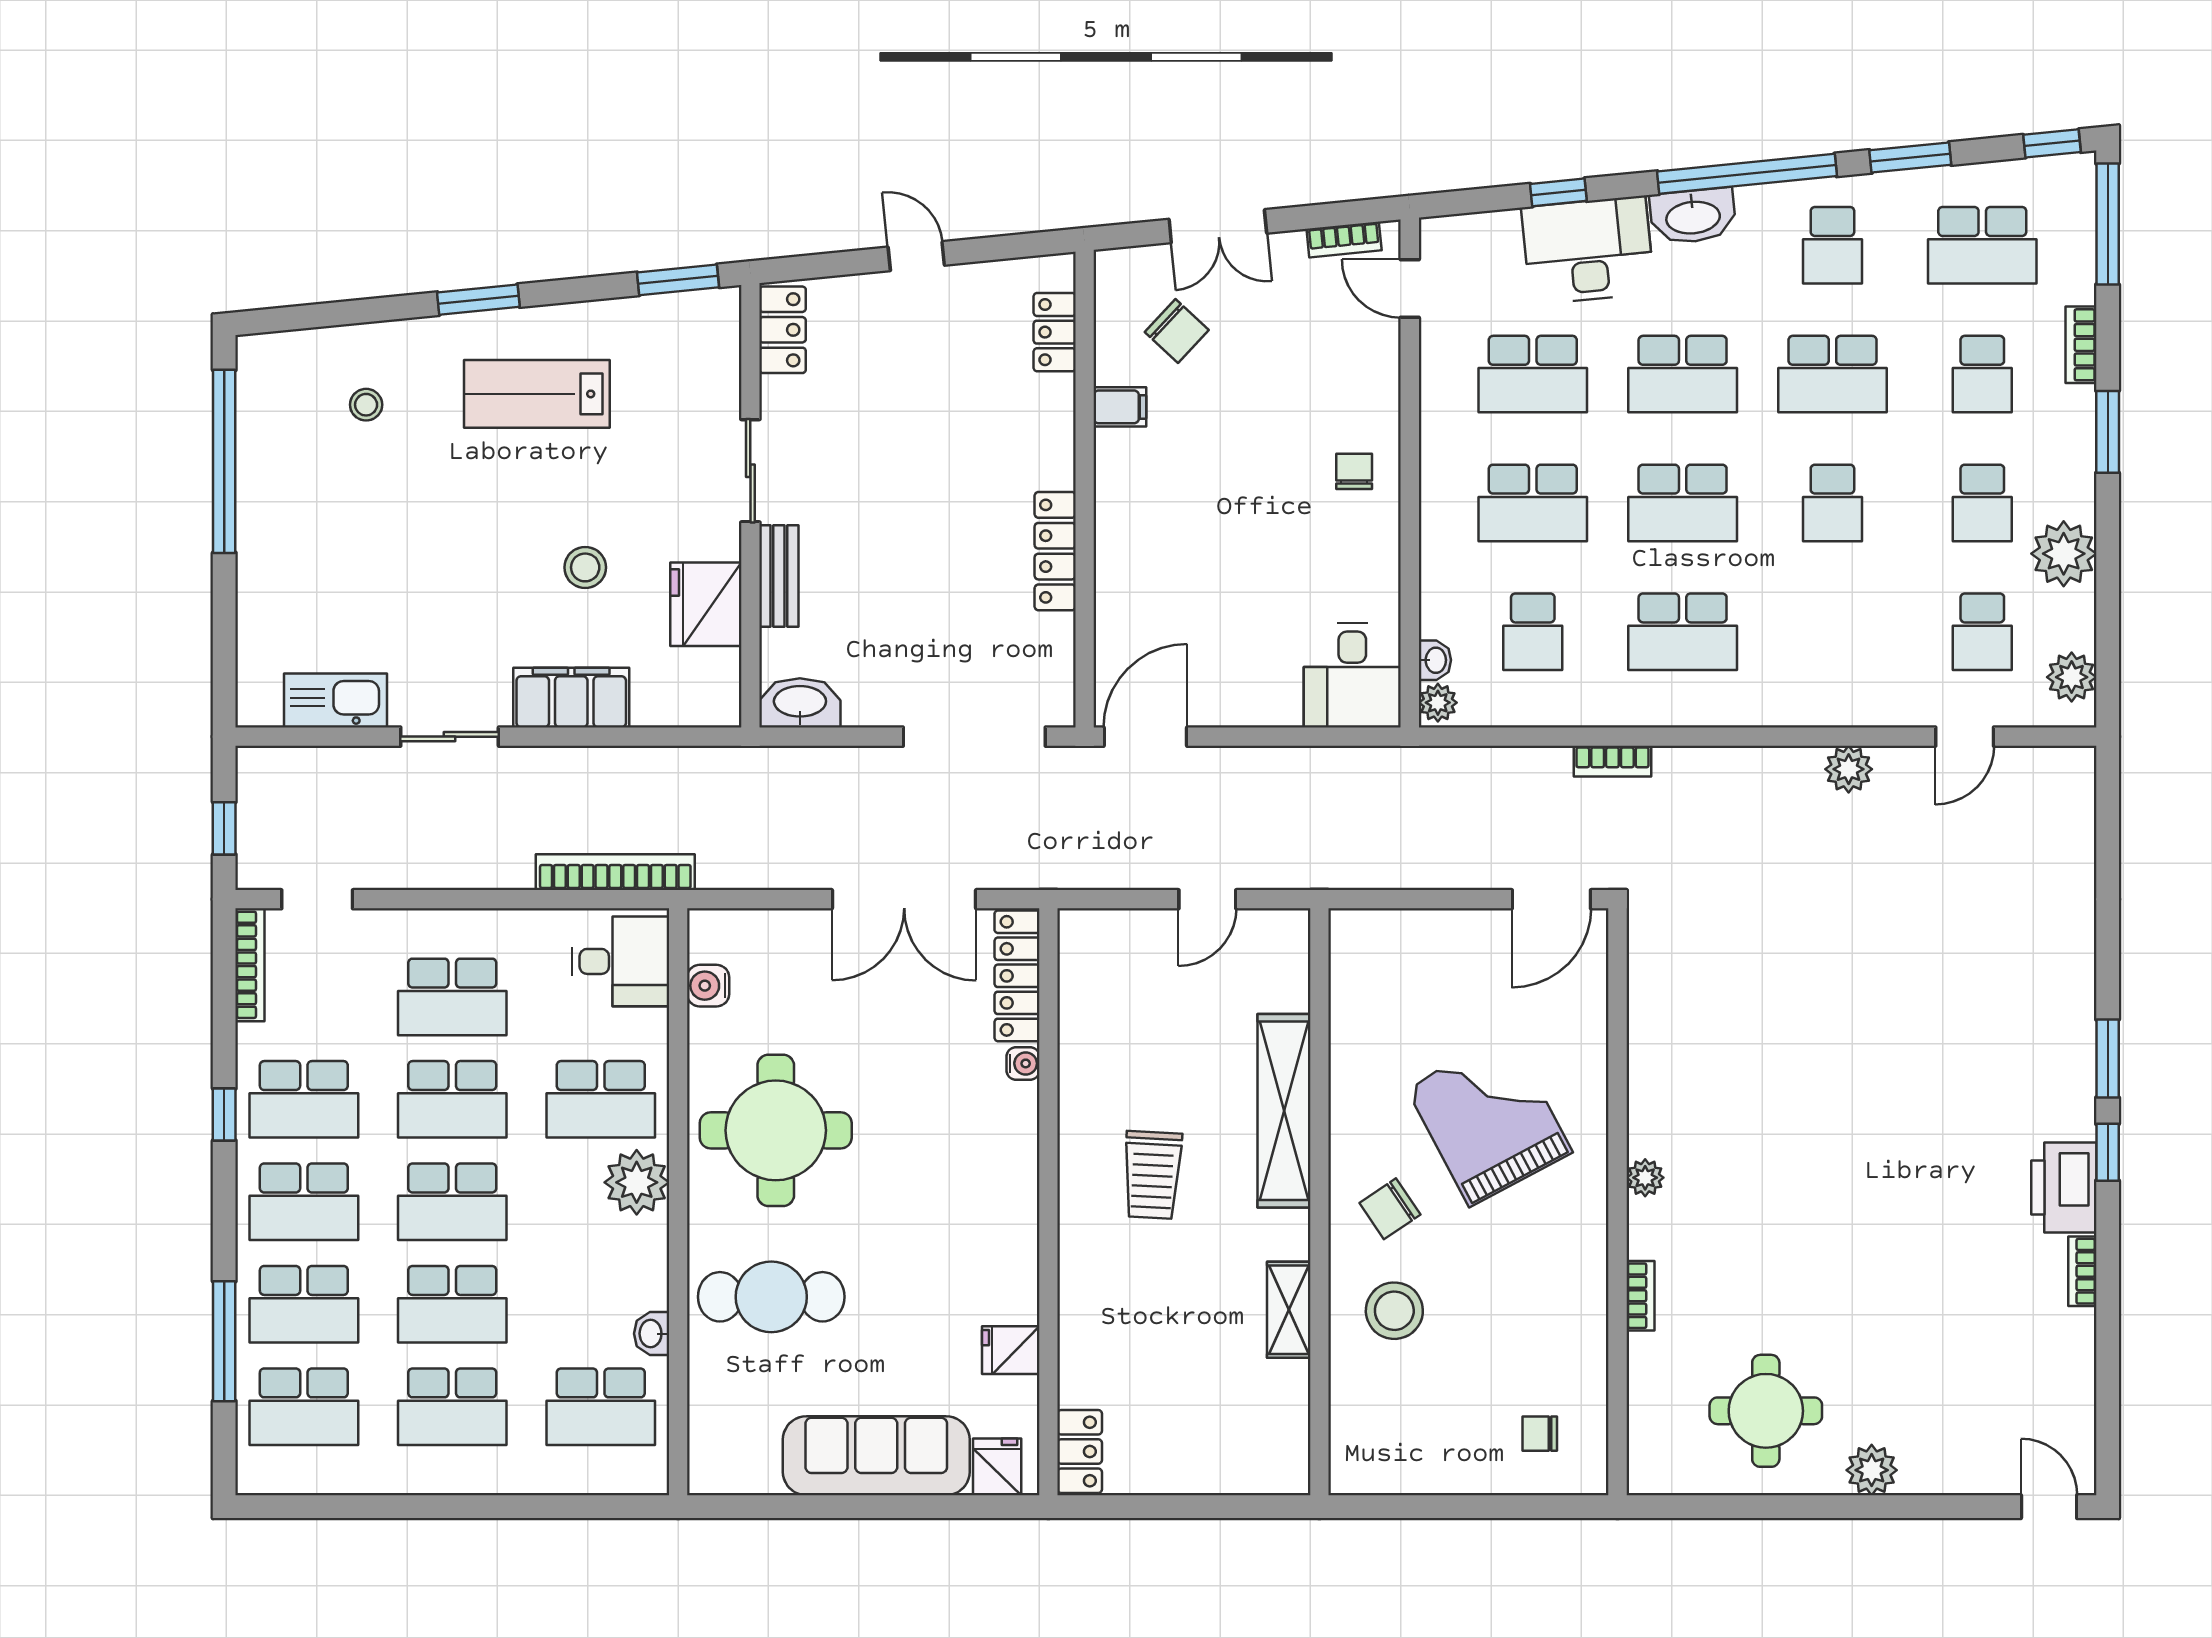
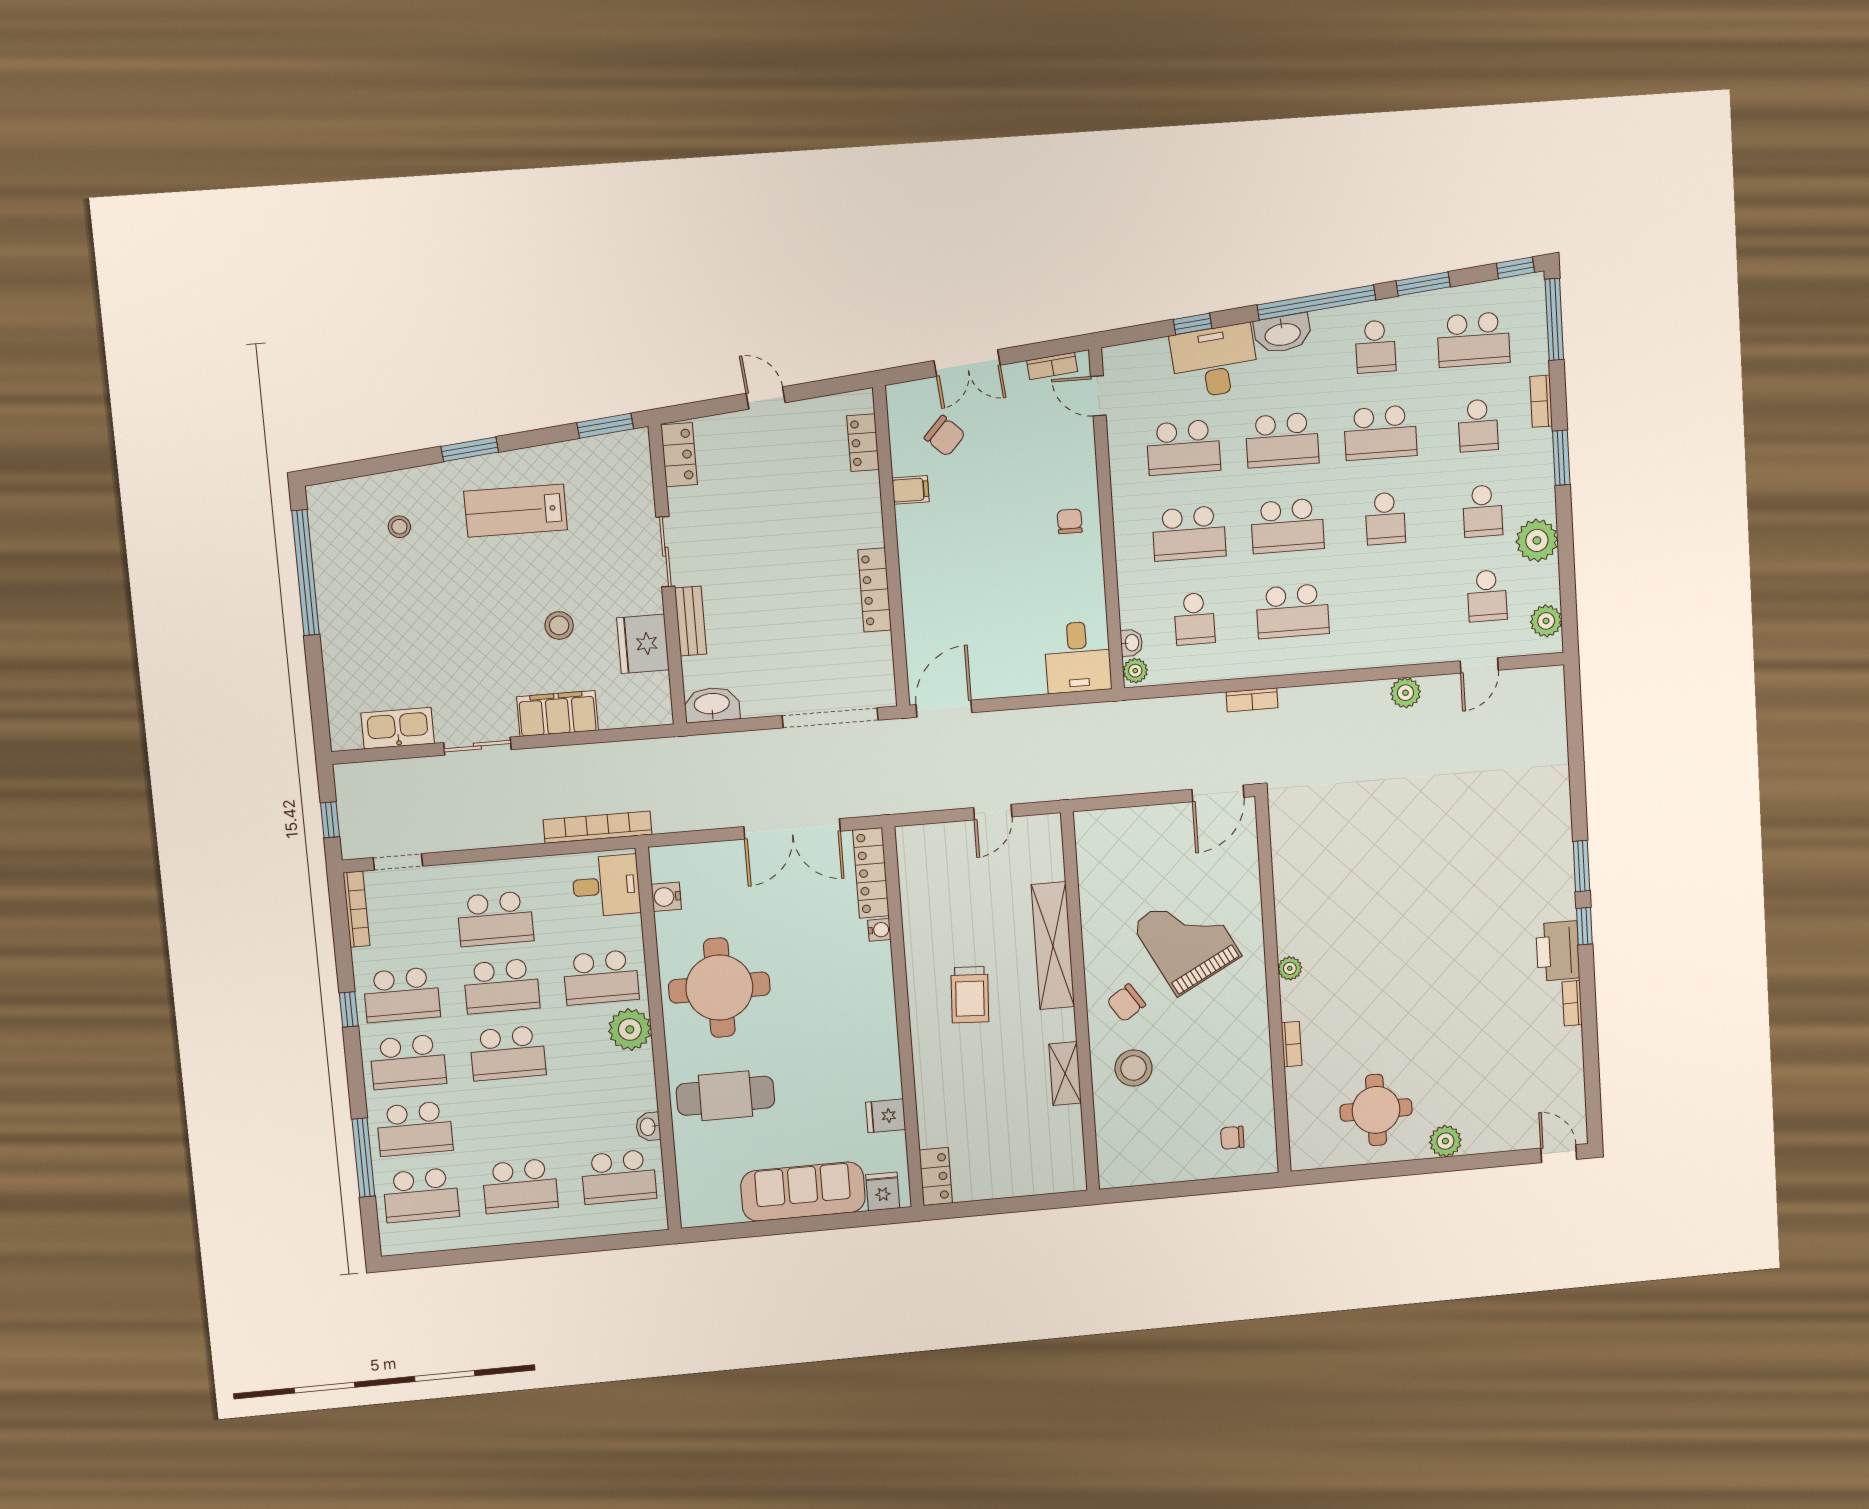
school desk: (452, 1304) -> (514, 1120), removed

